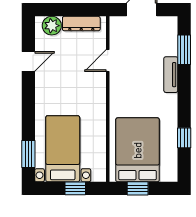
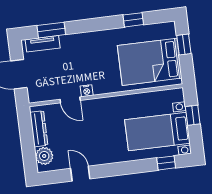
tv unit: (171, 75) -> (43, 44), moved
nightstand: (115, 79) -> (87, 91), added
window: (28, 154) -> (166, 163), width x0.67
window: (138, 188) -> (184, 45), moved

